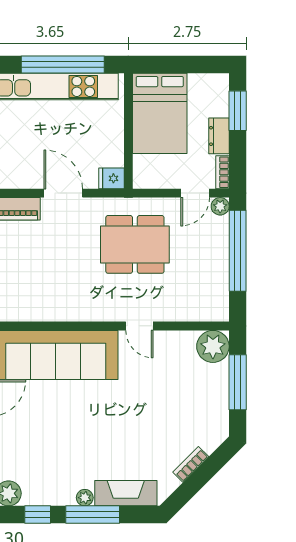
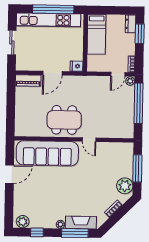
bed: (160, 113) -> (97, 34), width x0.67
dresser: (219, 136) -> (131, 24), moved
door: (63, 193) -> (52, 73), swing flipped
dining table: (135, 244) -> (64, 120), moved
plant: (213, 346) -> (125, 186), moved
window: (93, 515) -> (75, 233), moved

